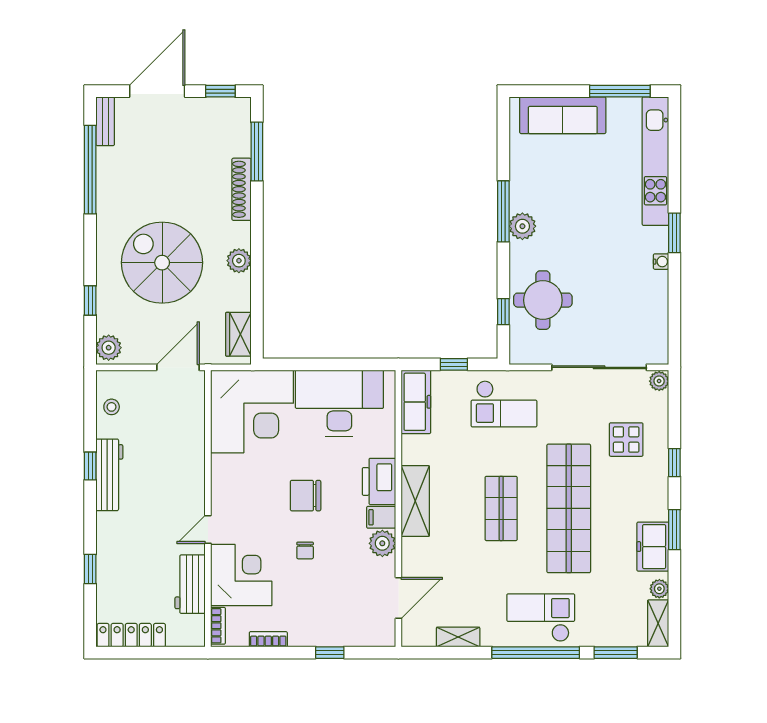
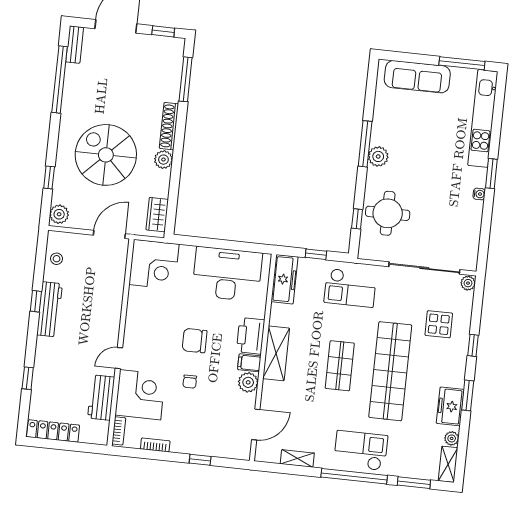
shoe rack: (241, 189) -> (169, 126), moved
corner desk: (252, 411) -> (154, 264), width x0.74, depth x0.74

